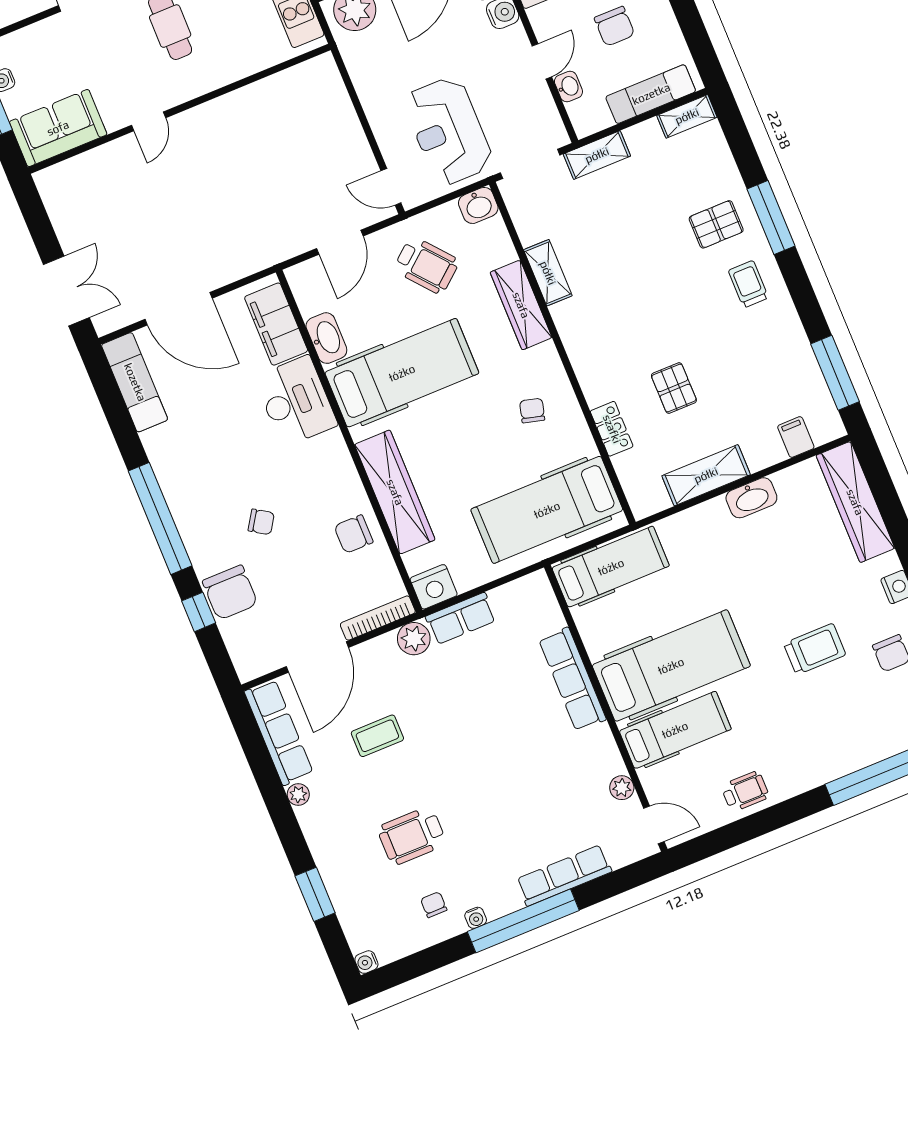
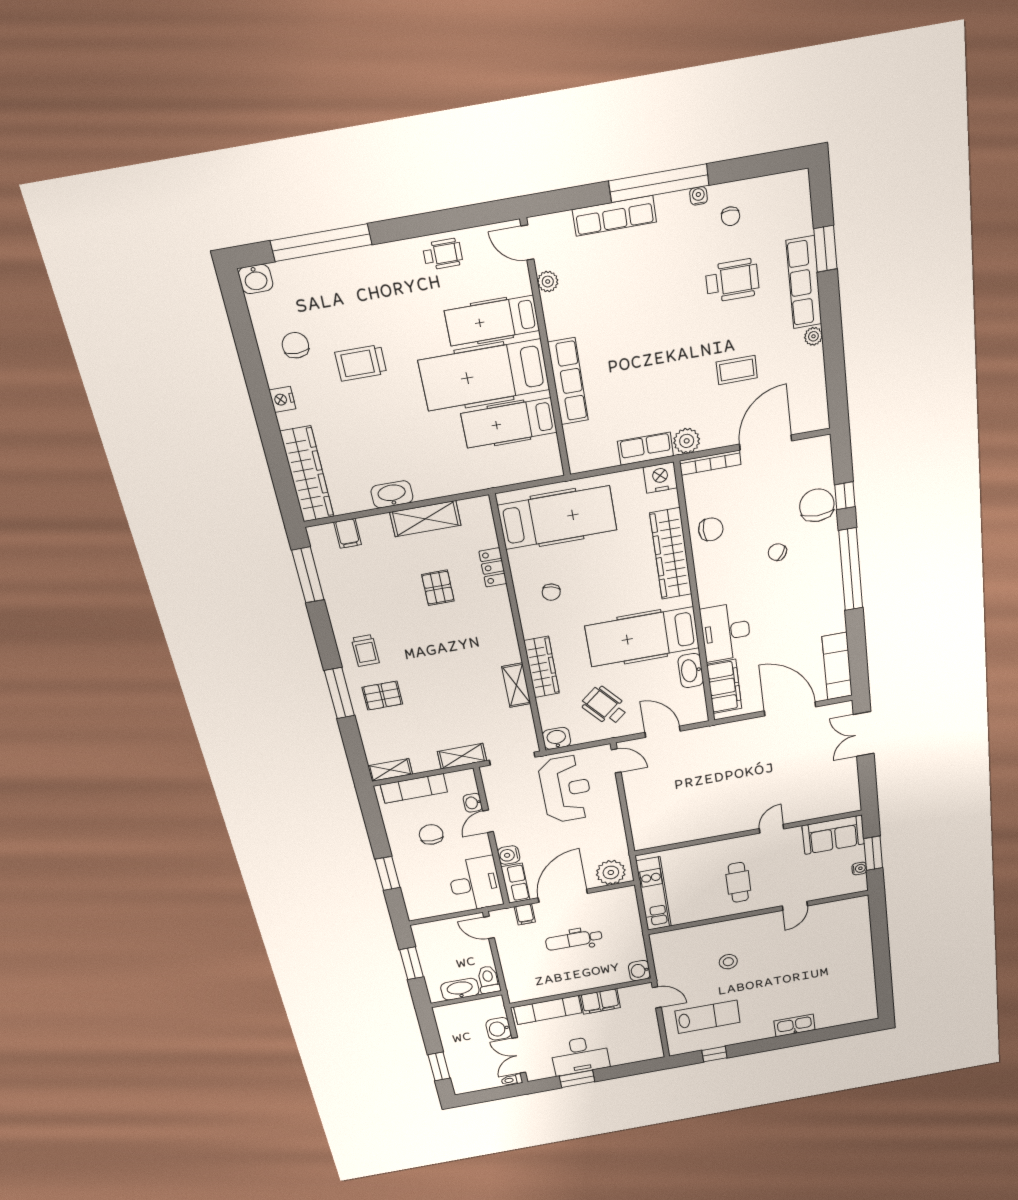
door: (340, 242) -> (663, 732), hinge flipped
hospital bed: (611, 567) -> (509, 423), moved
row of seats: (279, 732) -> (804, 282), moved
wheelchair: (745, 791) -> (443, 254), turned 180
water cooler: (366, 962) -> (801, 178), removed

